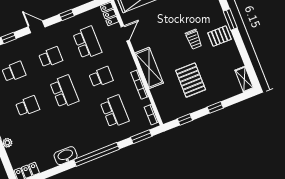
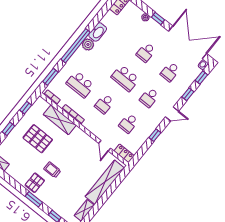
school desk: (87, 43) -> (128, 123), width x0.54
shelving: (149, 68) -> (60, 120), moved
plant: (83, 148) -> (88, 44), added

